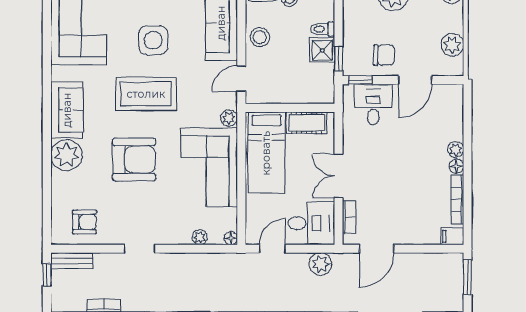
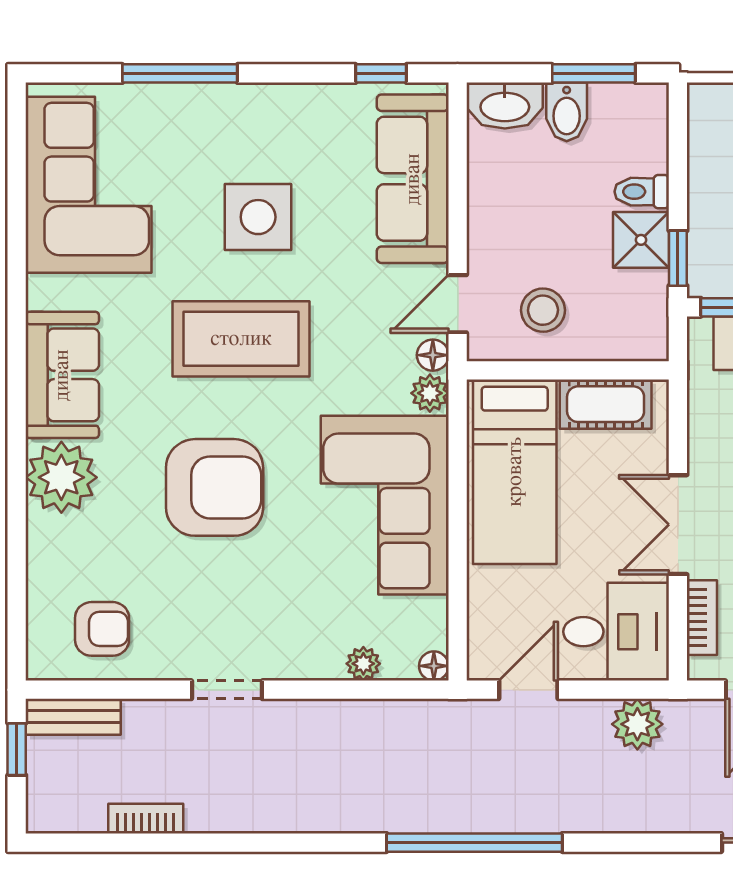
stool: (260, 37) -> (543, 310), moved
floor lamp: (230, 101) -> (433, 355), added

